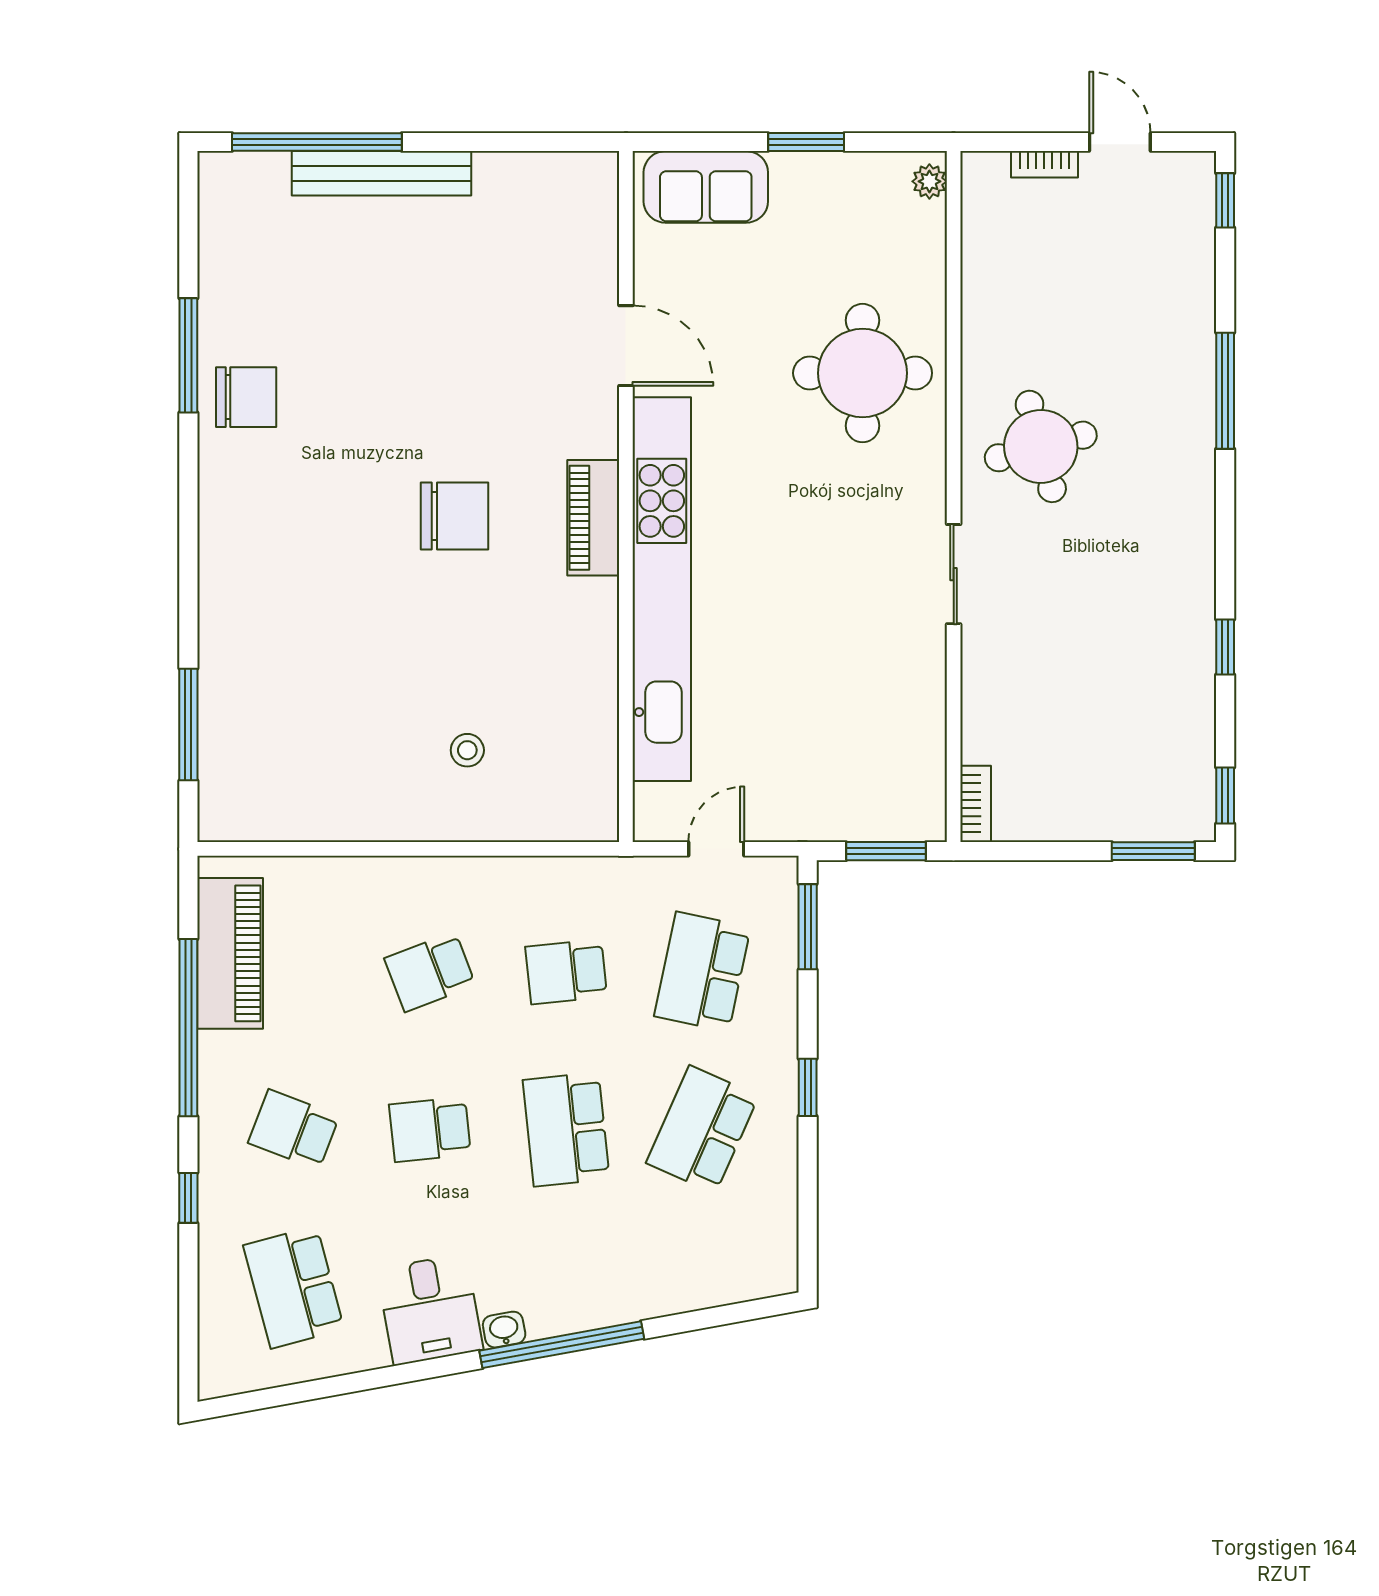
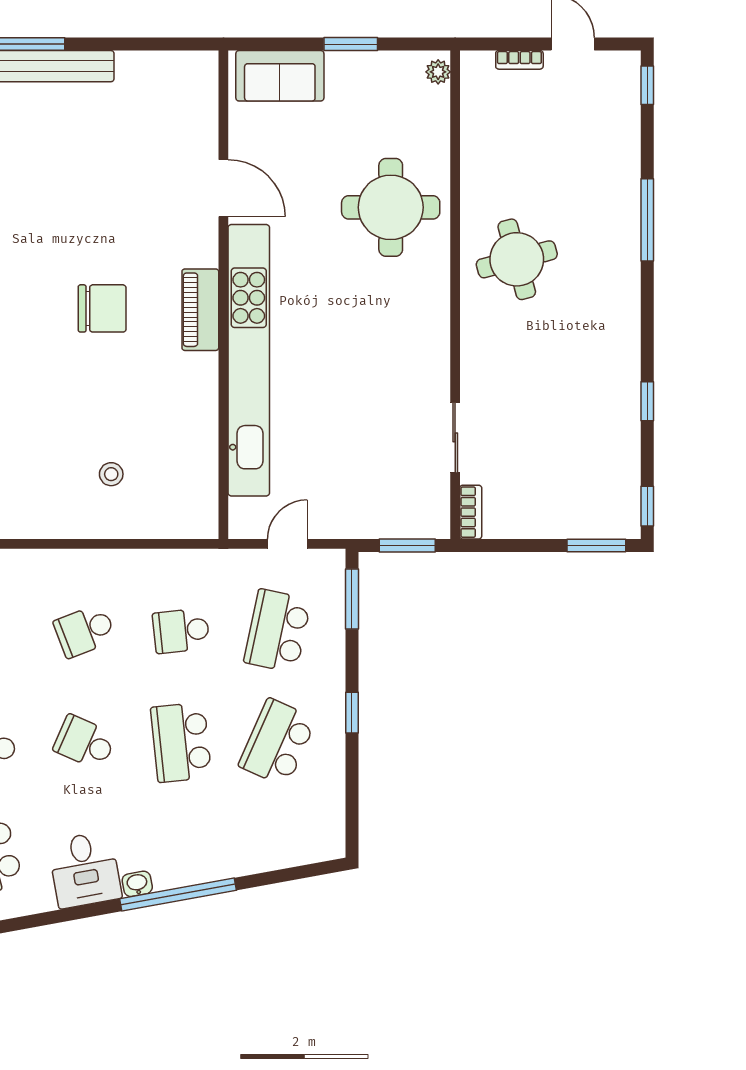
sliding door: (954, 574) -> (455, 437), moved
school desk: (430, 1129) -> (85, 742), turned 30

